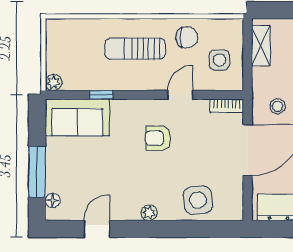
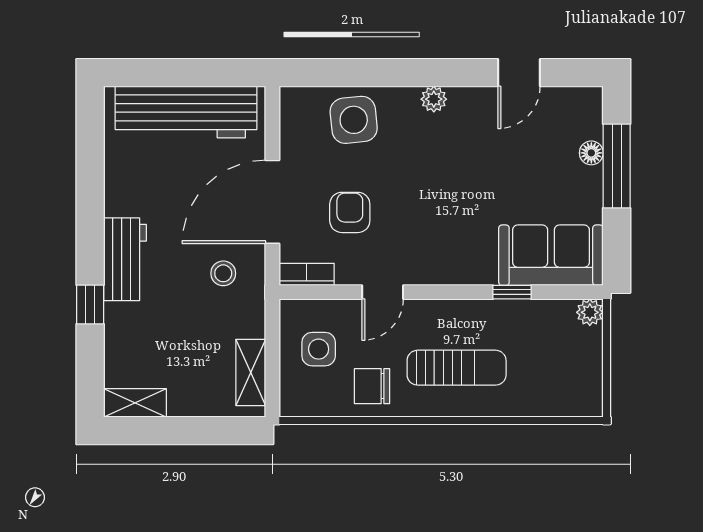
armchair: (158, 138) -> (350, 212), moved, turned -90
floor lamp: (53, 200) -> (591, 153), moved

